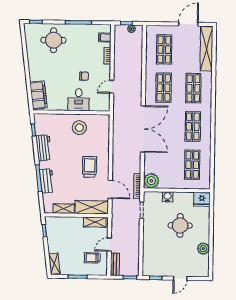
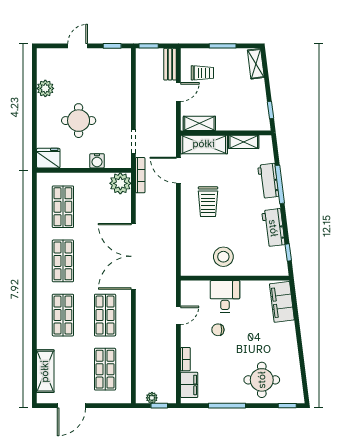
filing cabinet: (105, 37) -> (189, 385), width x2.00
shelving: (206, 49) -> (45, 371), width x0.68

